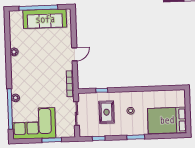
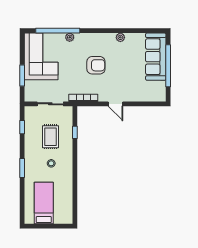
sofa: (45, 19) -> (156, 57), moved
armchair: (40, 73) -> (96, 65), added
rug: (107, 112) -> (51, 137), turned 90
bed: (167, 120) -> (44, 203), width x0.67

